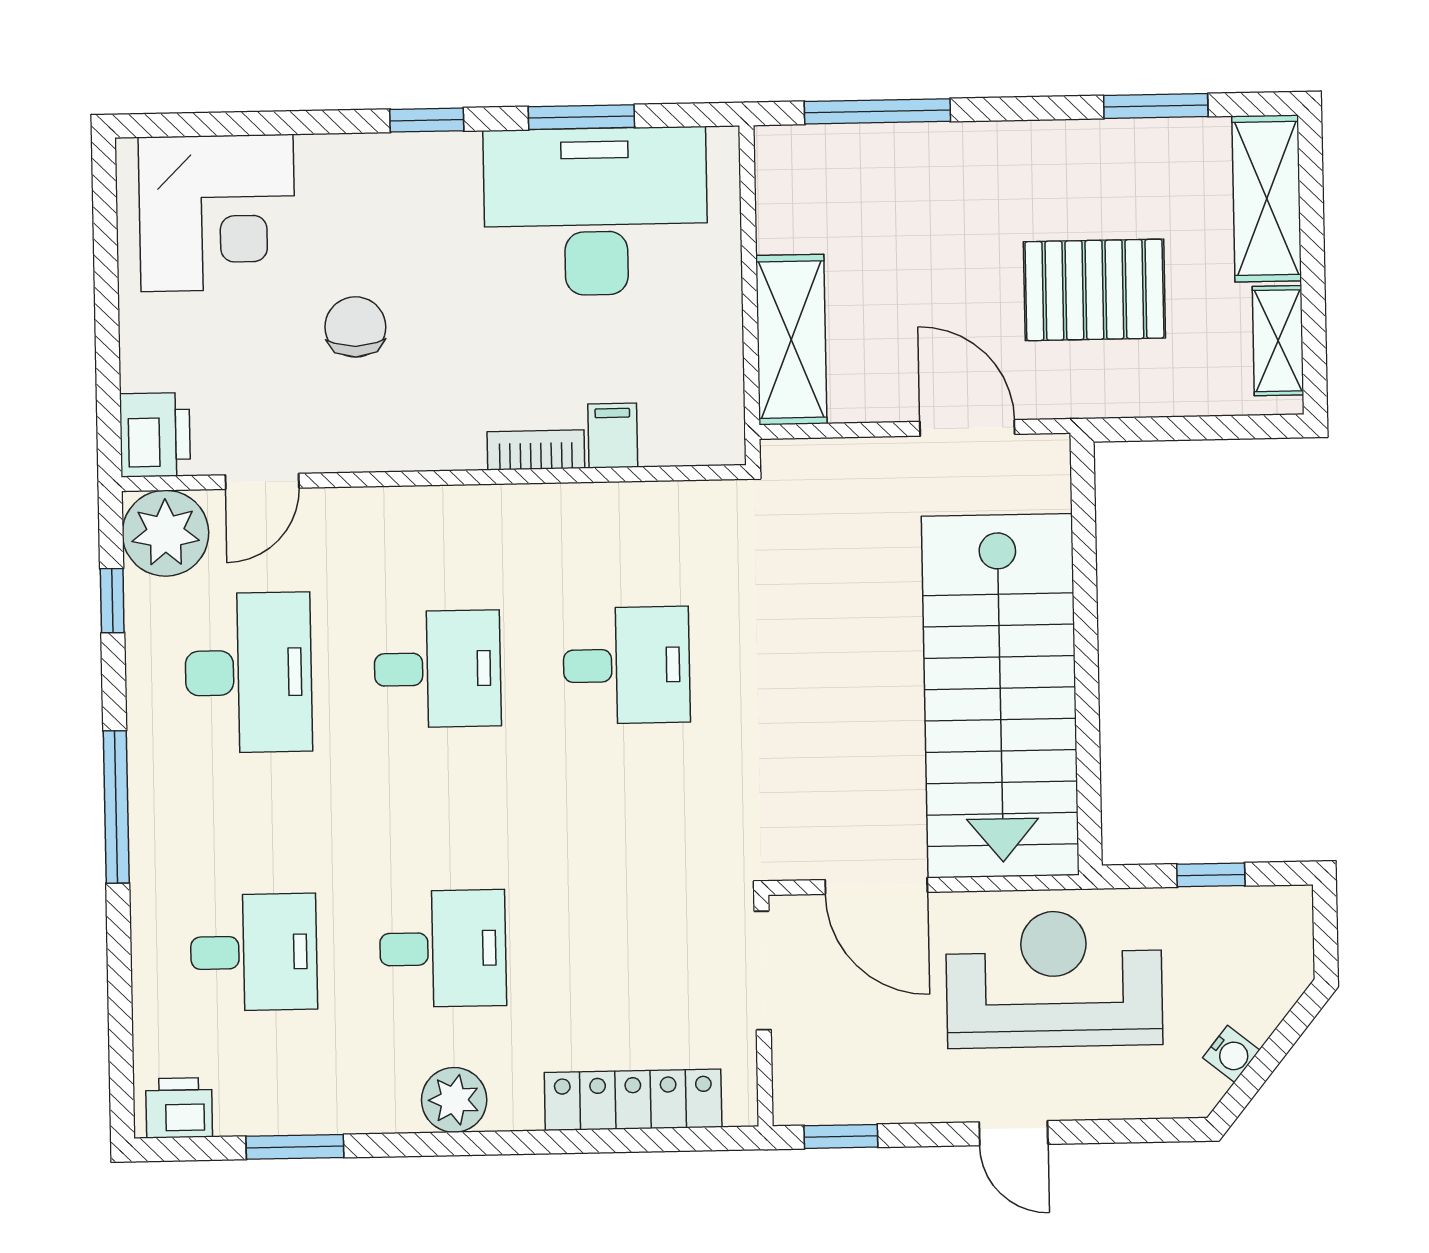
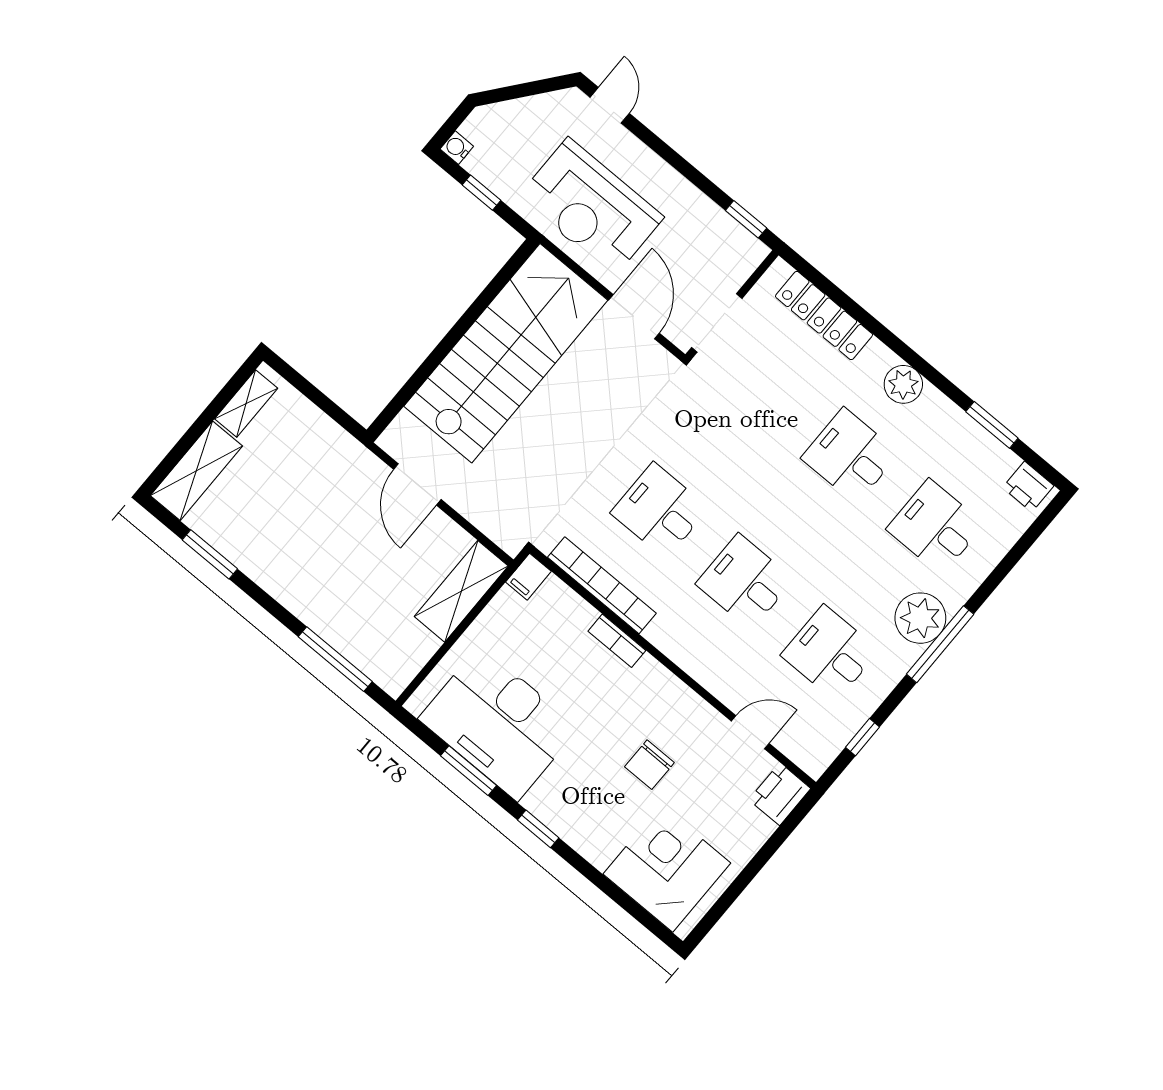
pallet: (1094, 290) -> (308, 497), removed
filing cabinet: (613, 436) -> (528, 577), moved
bookcase: (617, 505) -> (602, 585), added
plant: (165, 533) -> (920, 618), moved
desk: (248, 673) -> (830, 653), width x0.73
water cooler: (1231, 1054) -> (457, 148), moved, turned -39
door: (1014, 1133) -> (610, 105), moved

